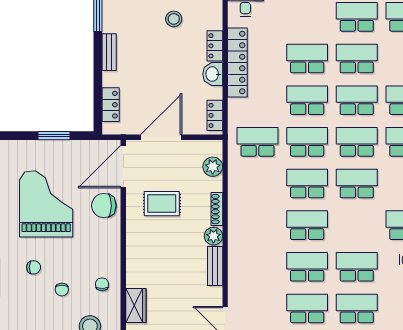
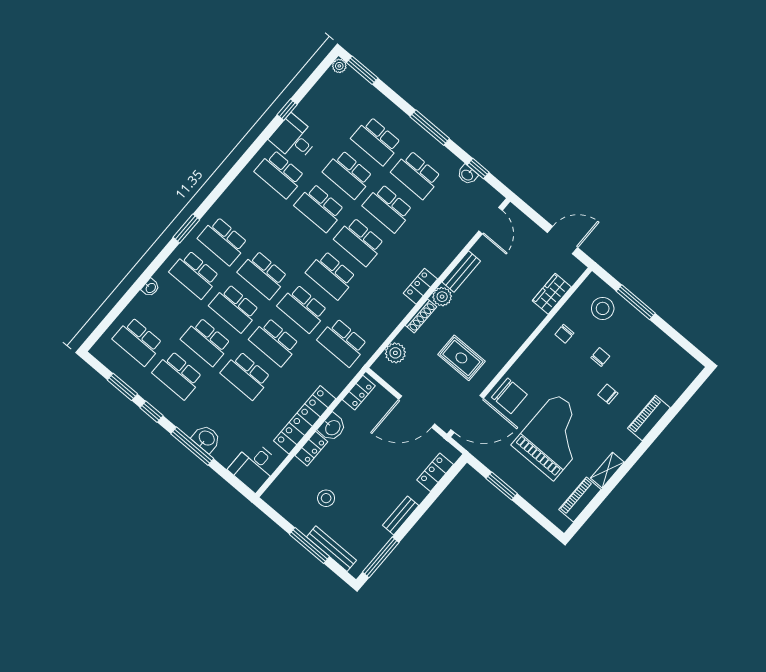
school desk: (357, 184) -> (320, 208), moved
grand piano: (46, 204) -> (555, 437), turned 180
locker: (236, 230) -> (420, 286), added

